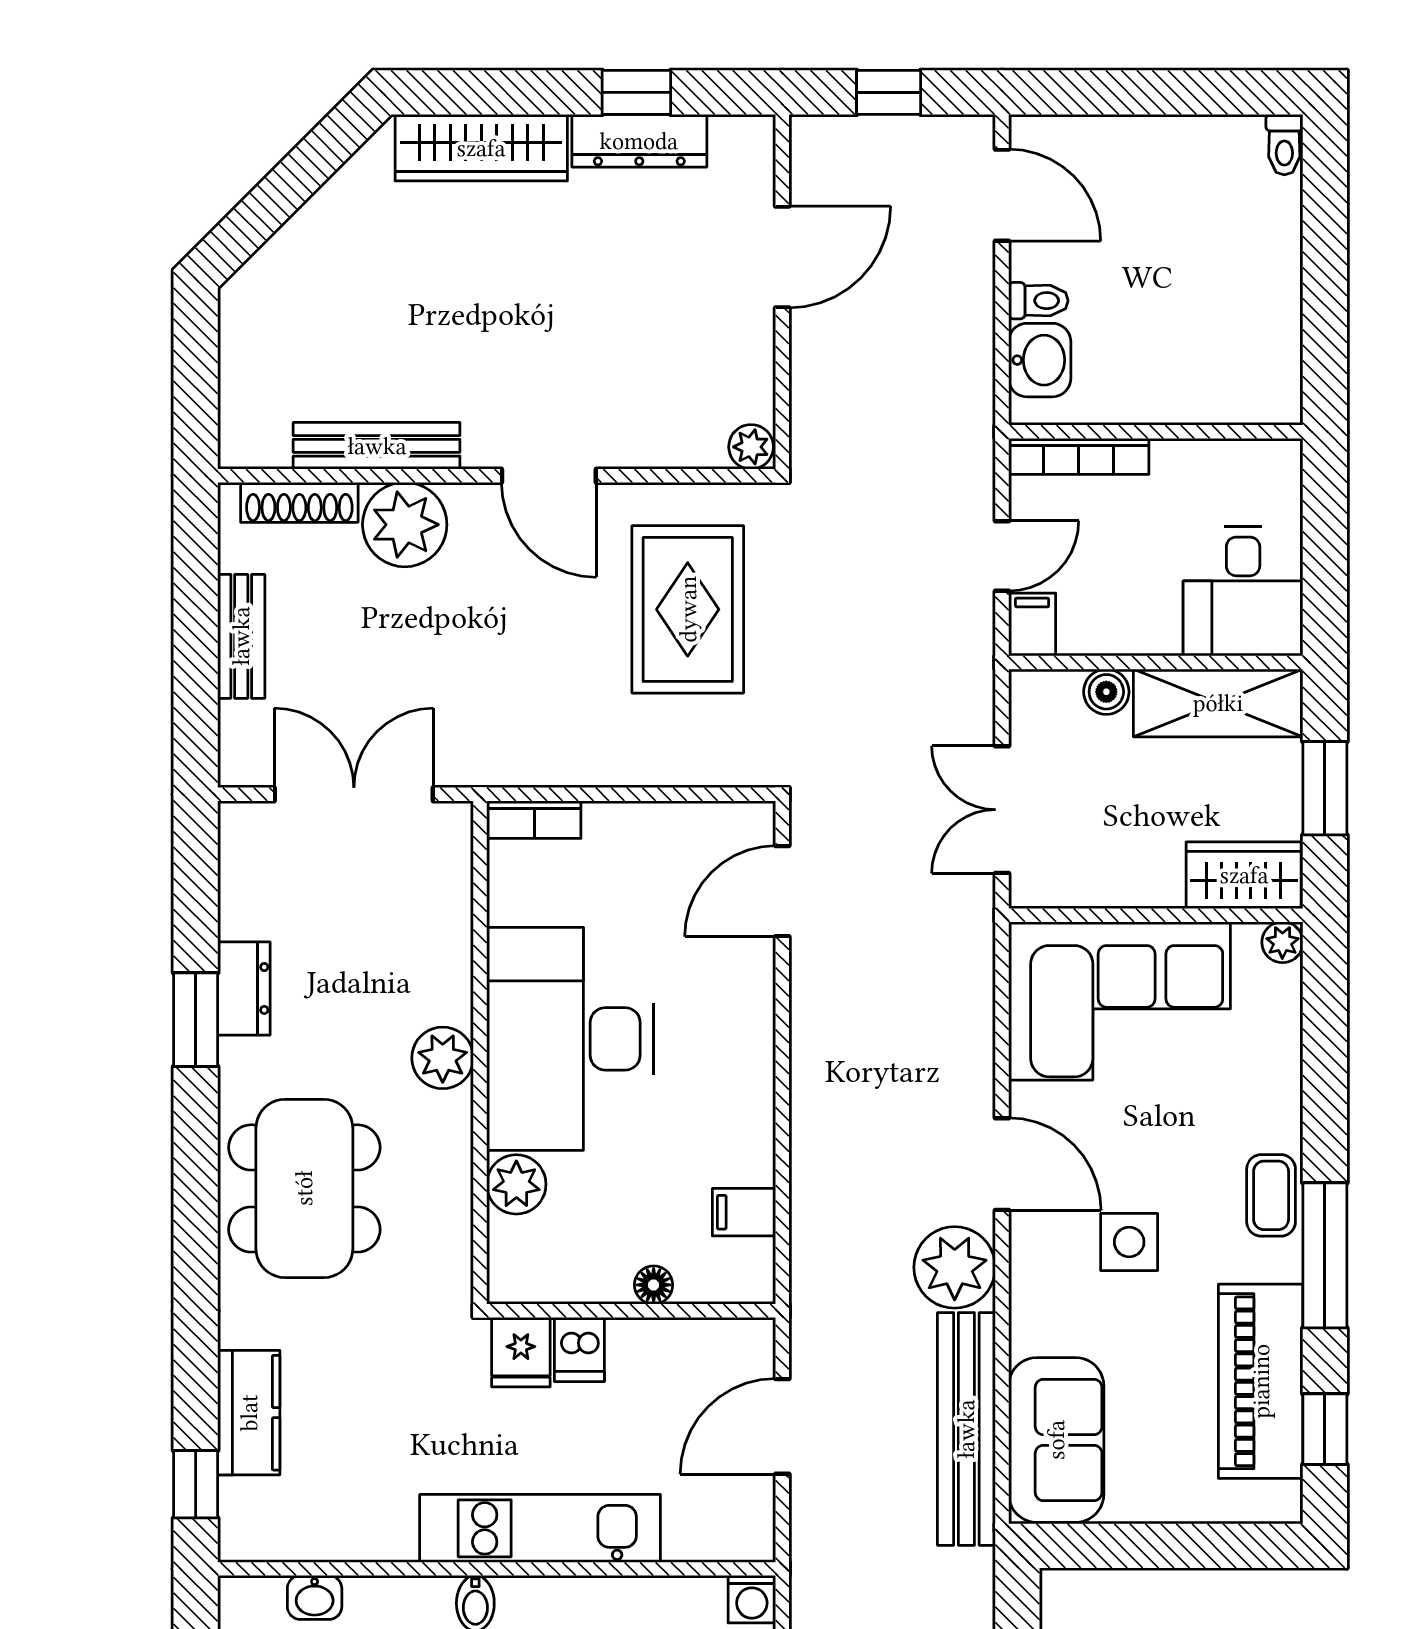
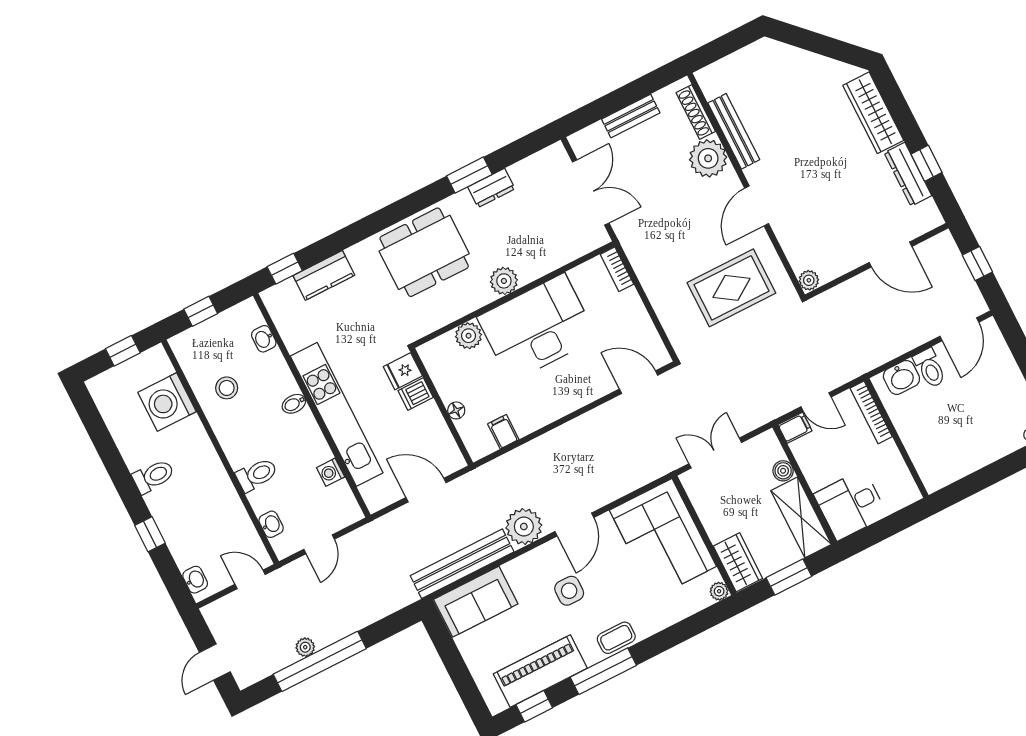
toilet: (1038, 301) -> (930, 368), width x1.37, depth x1.39
kitchen unit: (540, 1528) -> (337, 414), width x1.36
washing machine: (752, 1599) -> (331, 472), moved

